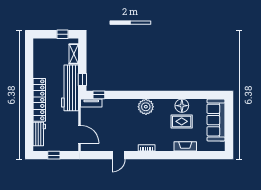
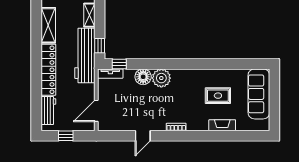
shelving: (39, 63) -> (48, 25), added
floor lamp: (182, 106) -> (143, 77), moved
plant: (146, 107) -> (161, 78), moved
door: (80, 134) -> (96, 111), swing flipped

